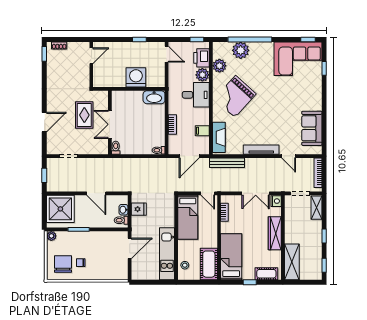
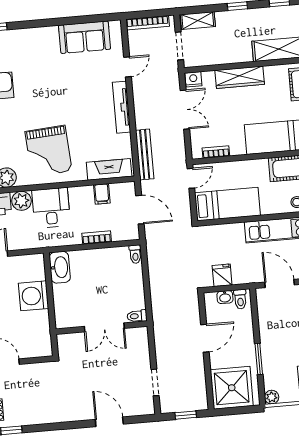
grand piano: (235, 96) -> (48, 151), turned 44
rug: (84, 115) -> (94, 365), removed

